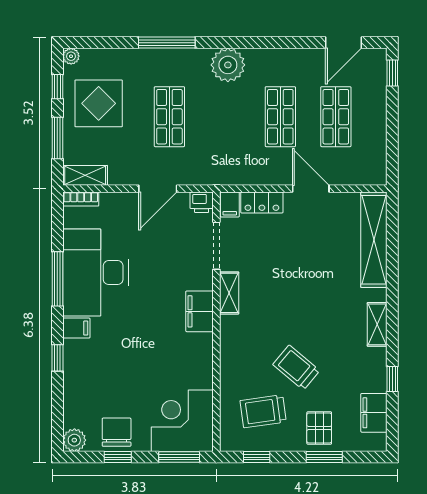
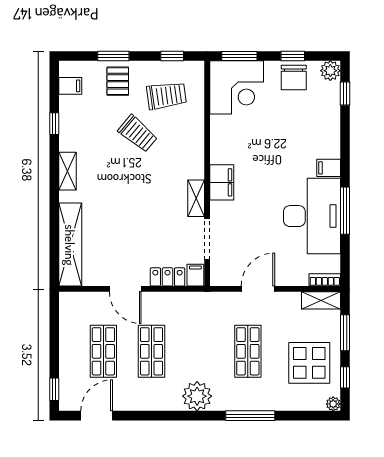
printer: (202, 202) -> (220, 277), removed
window: (57, 358) -> (345, 94), moved
filing cabinet: (374, 413) -> (70, 86), width x0.50

